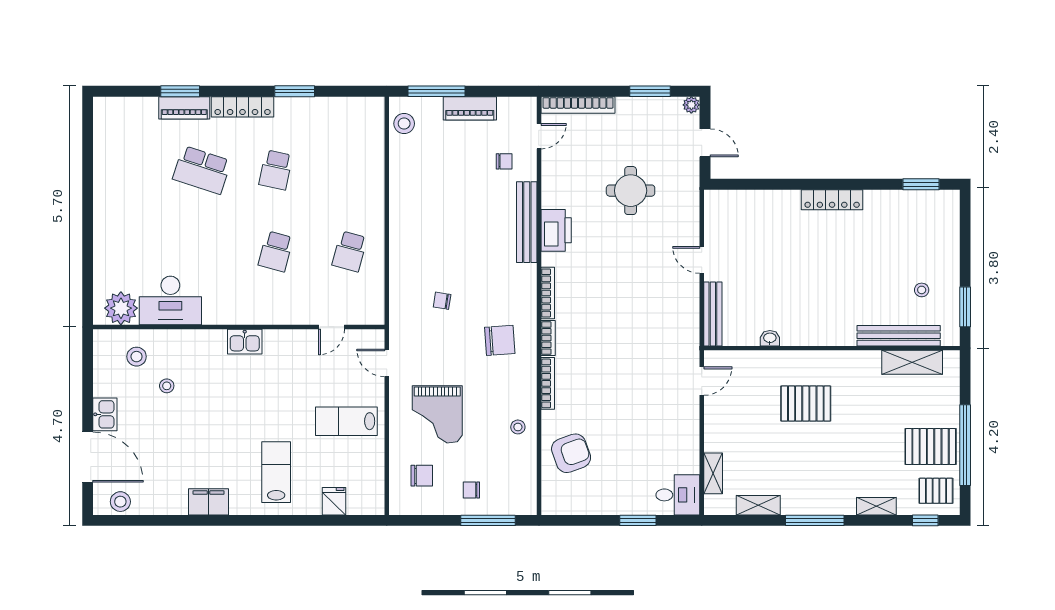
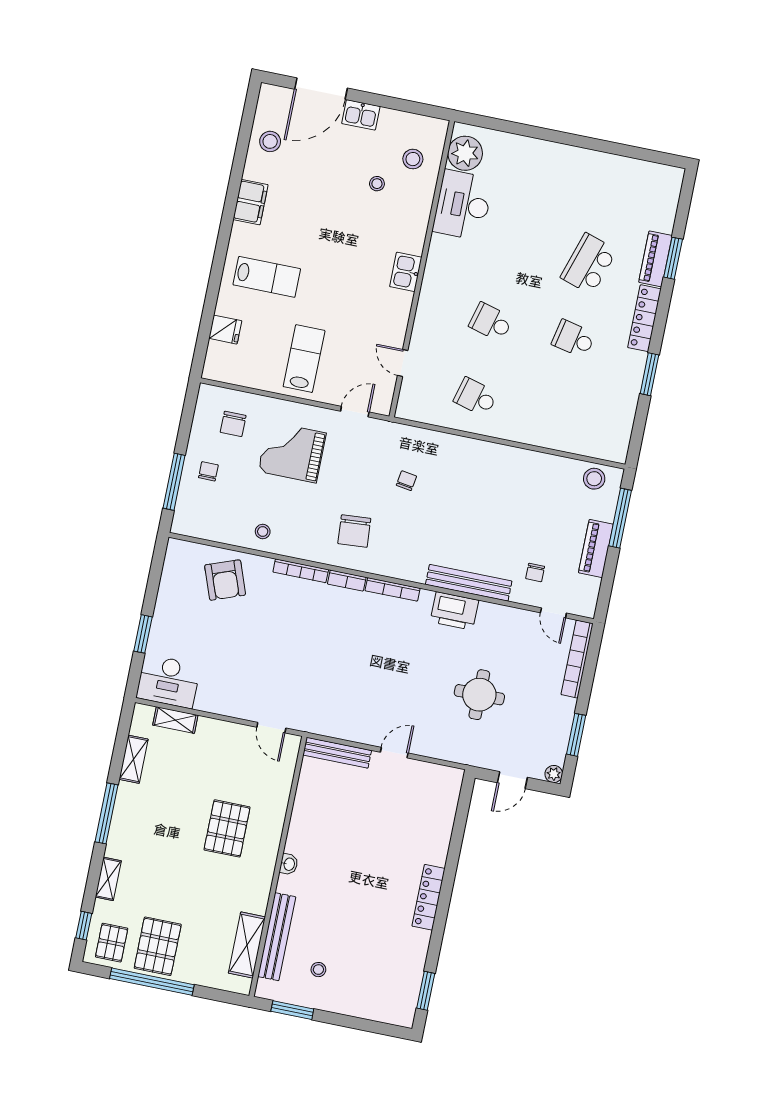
washbasin: (770, 338) -> (289, 864), moved
desk: (678, 495) -> (168, 681), width x1.37
stool: (120, 502) -> (270, 141), moved

